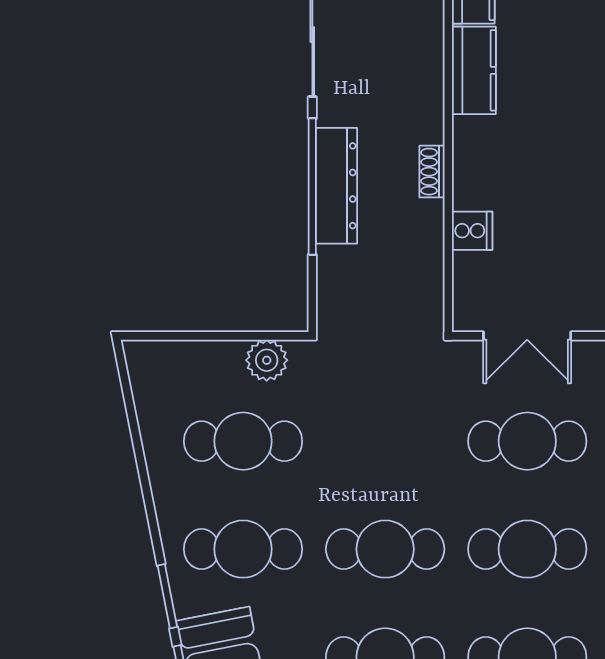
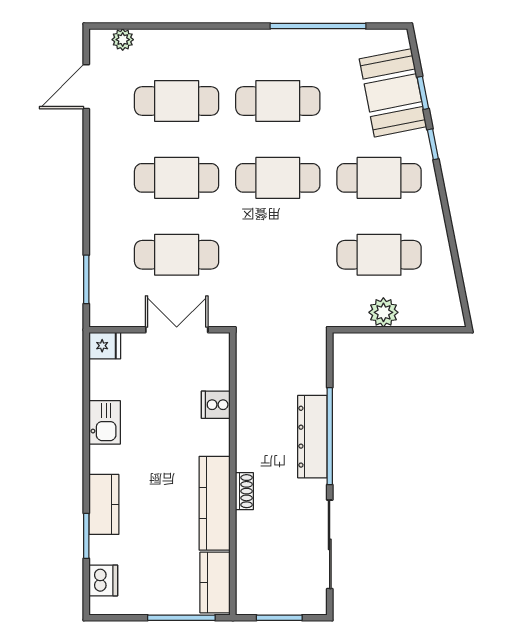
kitchen counter: (474, 70) -> (215, 503), width x1.50
shoe rack: (432, 172) -> (244, 491), moved
plant: (267, 360) -> (383, 312), moved
window: (167, 596) -> (433, 144), width x0.67

